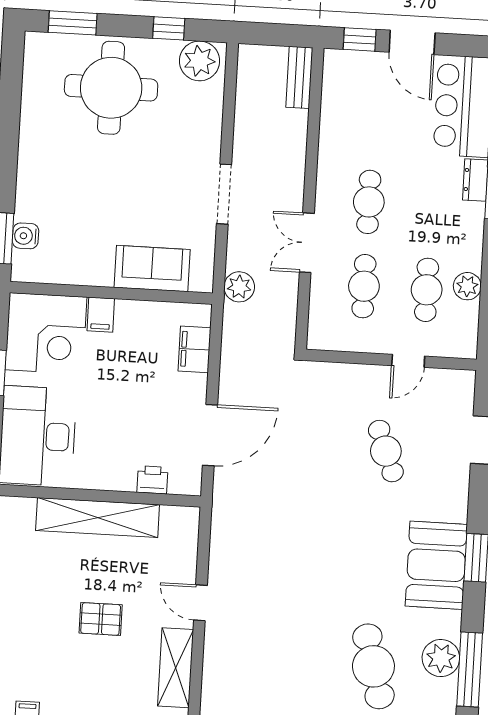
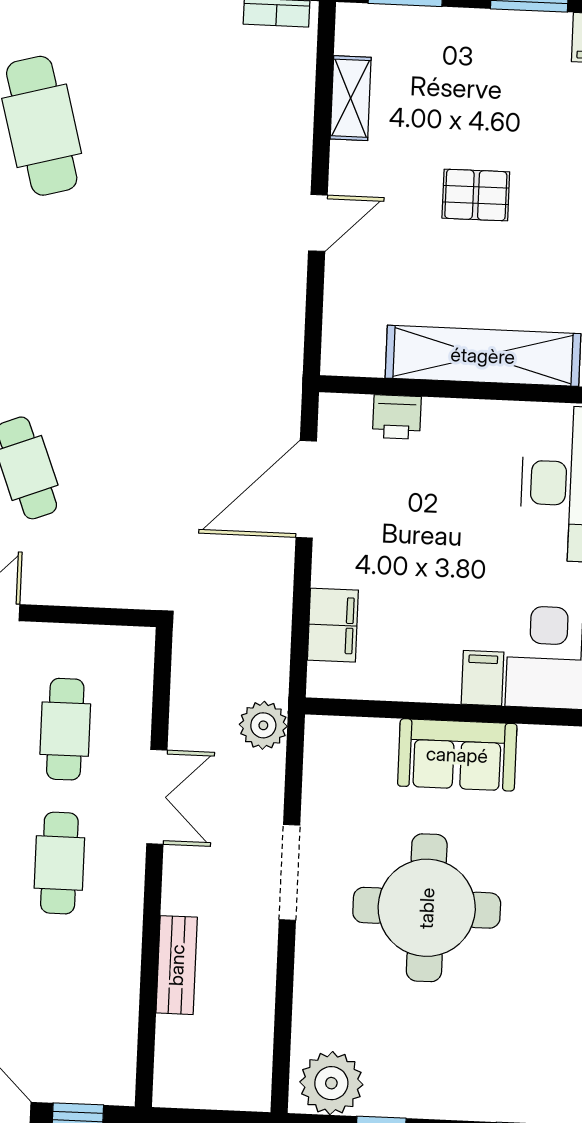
bench: (299, 77) -> (177, 965), moved
round table: (111, 88) -> (427, 908), moved
sofa: (152, 269) -> (457, 755), moved
door: (200, 603) -> (318, 223), hinge flipped
shelving: (176, 668) -> (351, 98), width x0.67, depth x0.75

